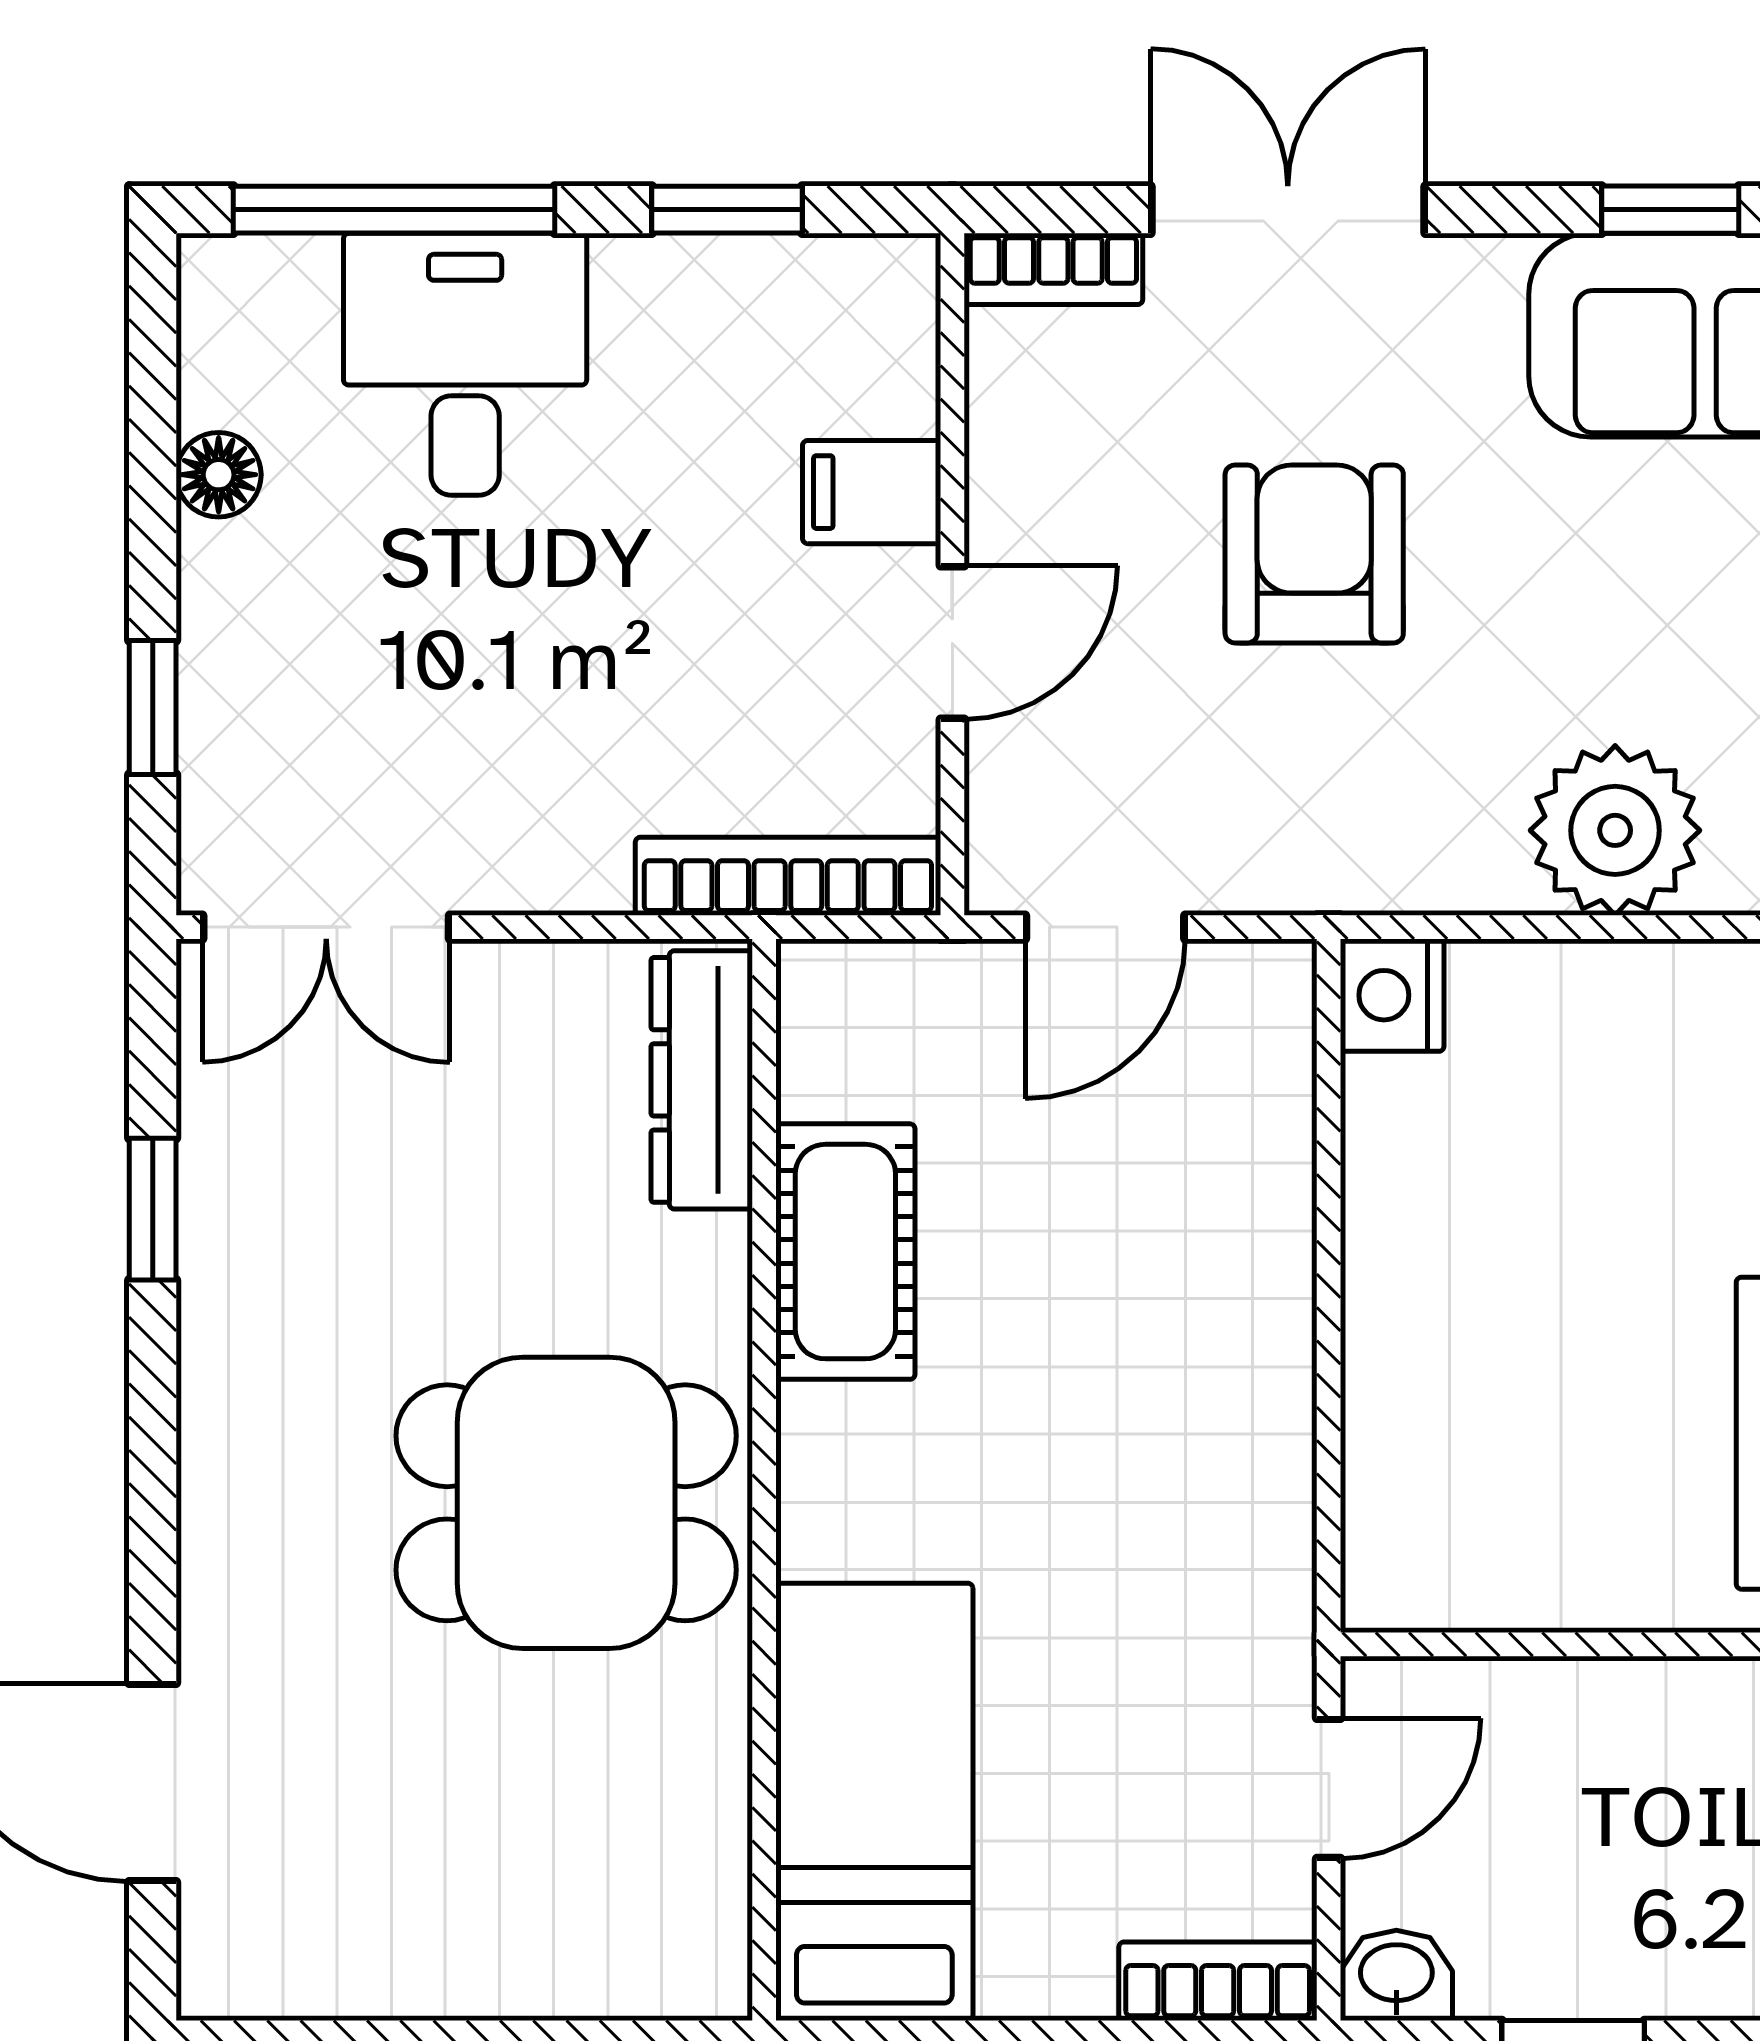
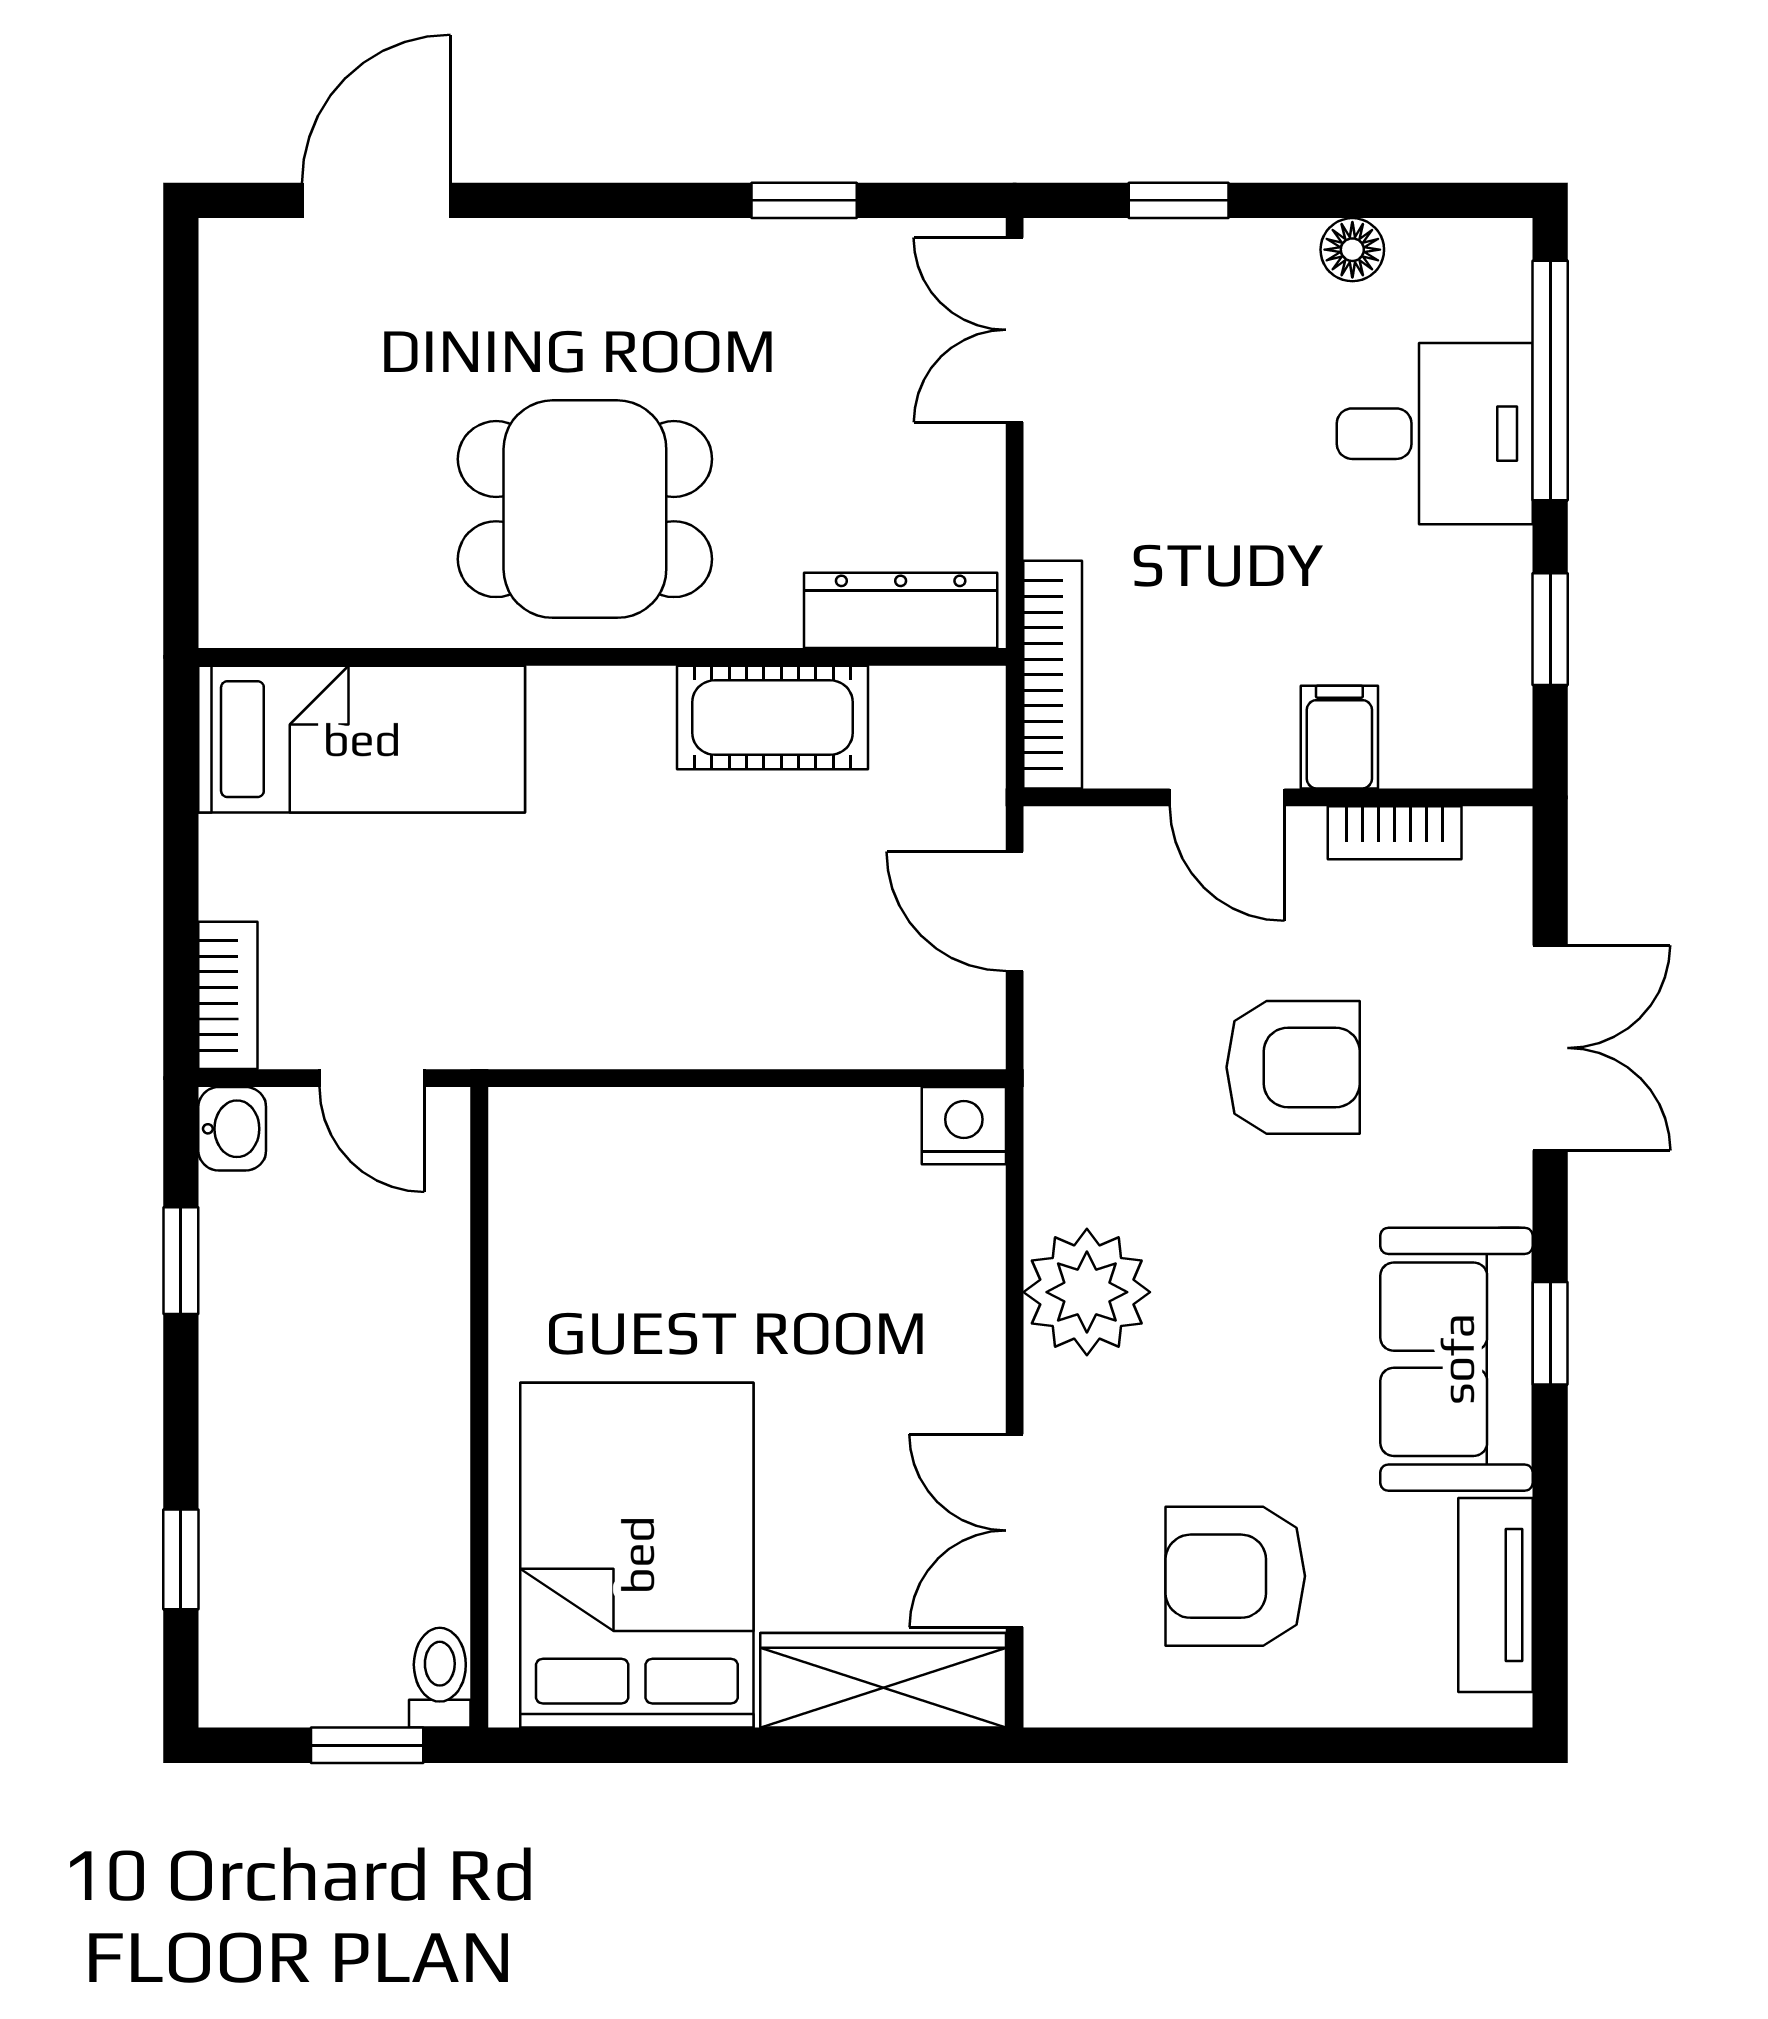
bookcase: (1053, 269) -> (1395, 833), moved, turned -90
dining table: (566, 1503) -> (585, 509), turned 90

